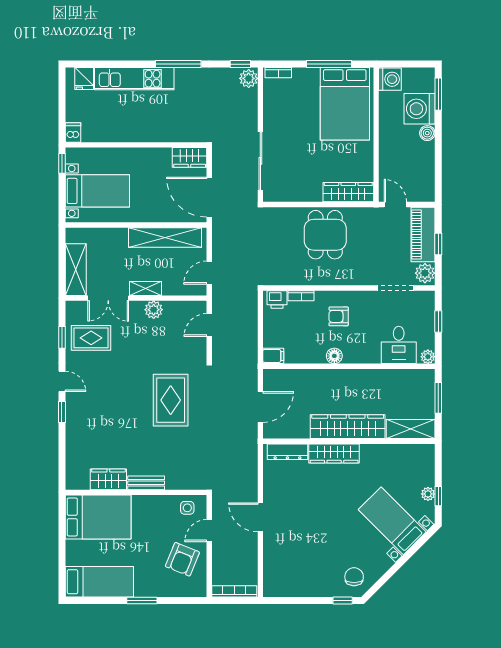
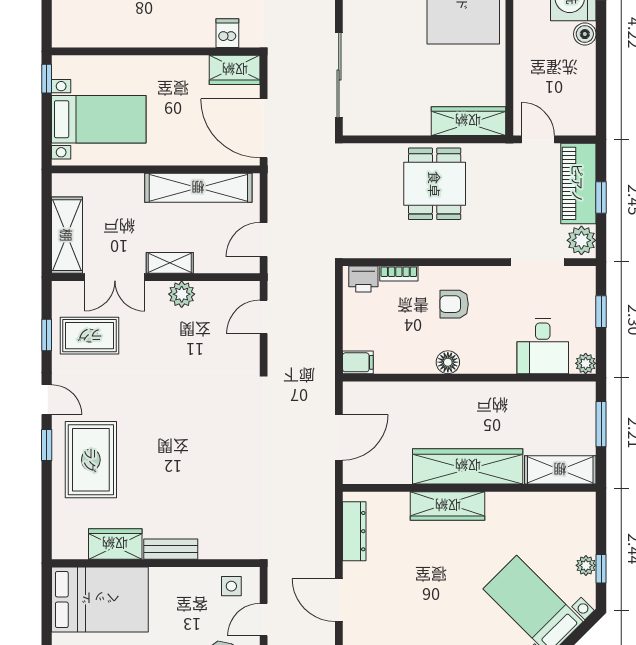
dishwasher: (73, 132) -> (227, 33), moved
rug: (171, 400) -> (91, 460), moved
dresser: (287, 452) -> (354, 531), moved, turned -90

